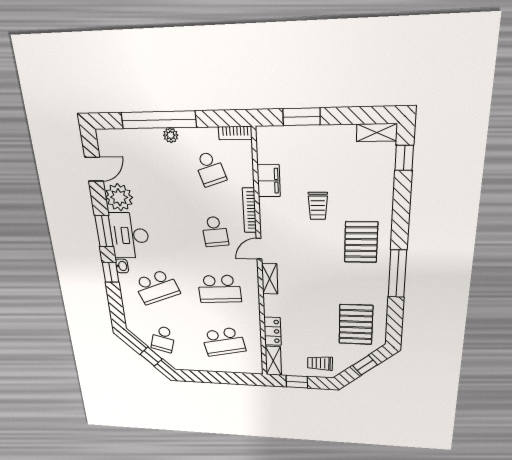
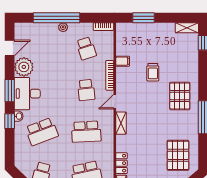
filing cabinet: (269, 181) -> (123, 61), width x0.50

